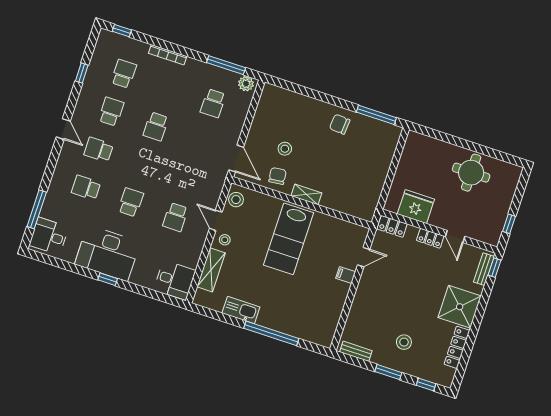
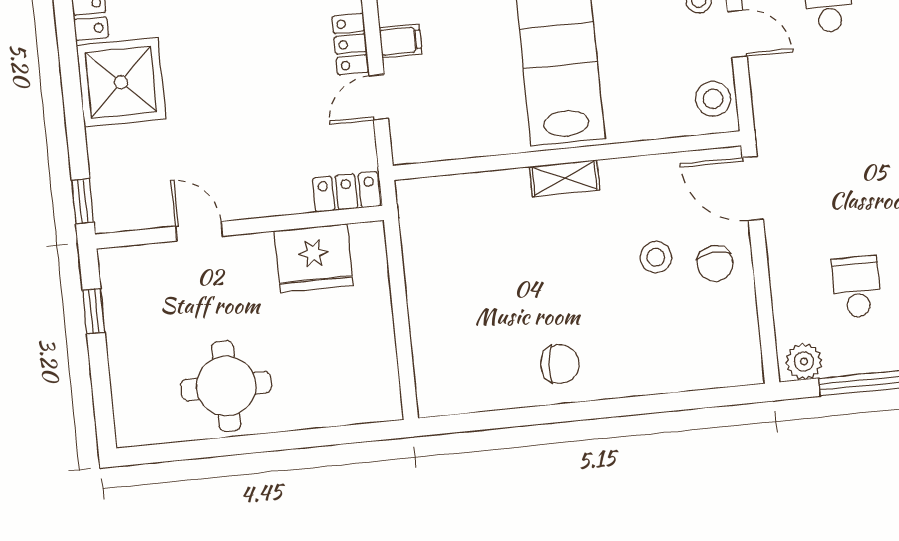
window: (376, 115) -> (489, 420), removed
chair: (277, 176) -> (715, 264), moved
locker: (430, 238) -> (350, 44), moved, turned -90
bench: (484, 269) -> (104, 188), removed

